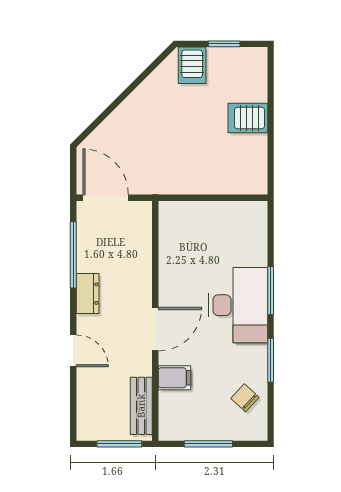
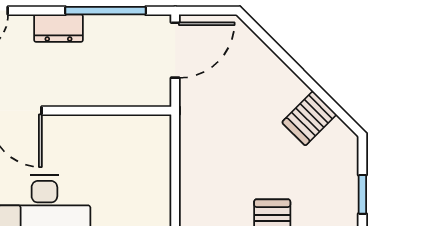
server rack: (192, 65) -> (309, 118), moved, turned -45

